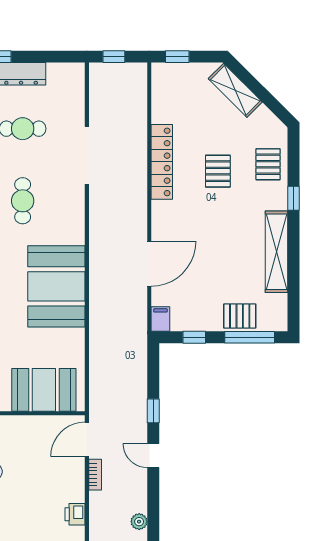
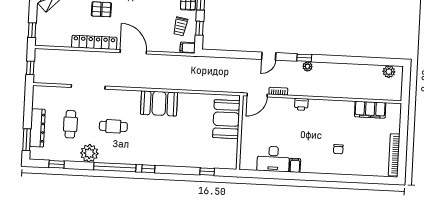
door: (149, 264) -> (133, 52), moved
booth: (56, 286) -> (159, 103), width x0.73, depth x0.70
trolley: (196, 305) -> (180, 26), added
window: (153, 411) -> (304, 58), moved
door: (87, 439) -> (257, 95), hinge flipped

